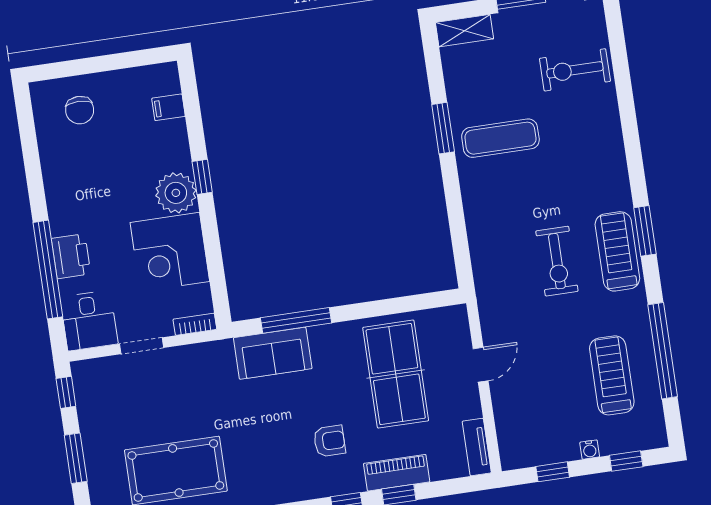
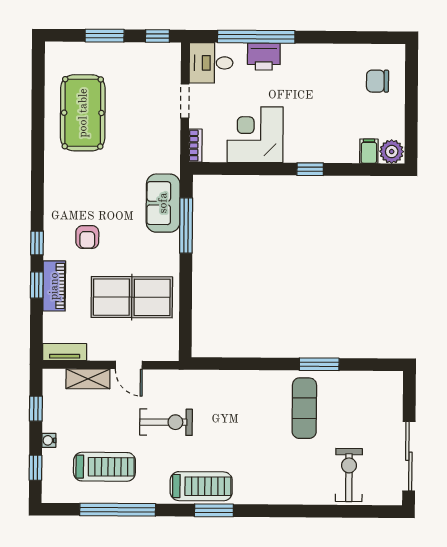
shelving: (465, 31) -> (88, 379), moved, turned 90
plant: (176, 193) -> (392, 152), moved, width x0.73, depth x0.73
exercise bike: (557, 261) -> (166, 422), moved, turned 180

